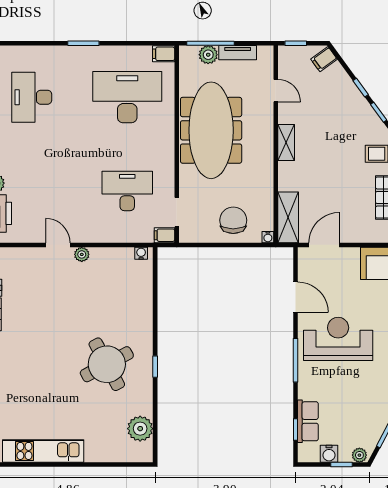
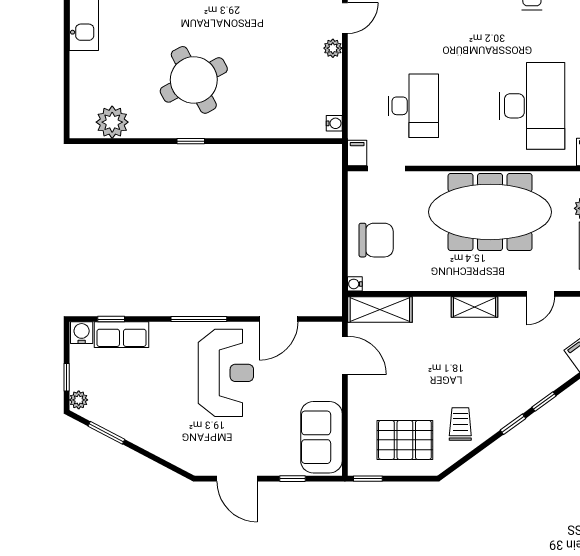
water cooler: (329, 454) -> (82, 333), moved, turned 90

